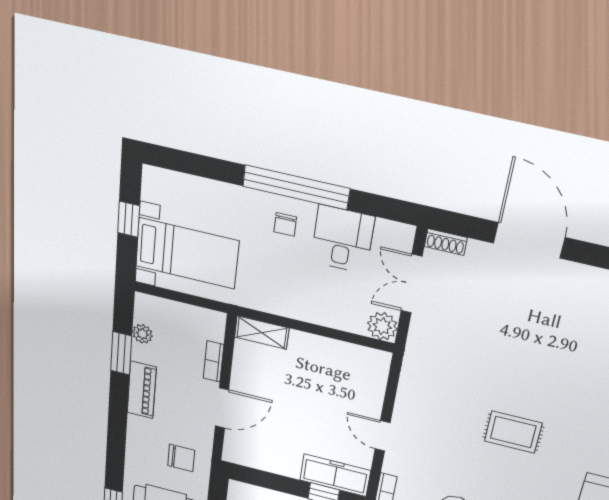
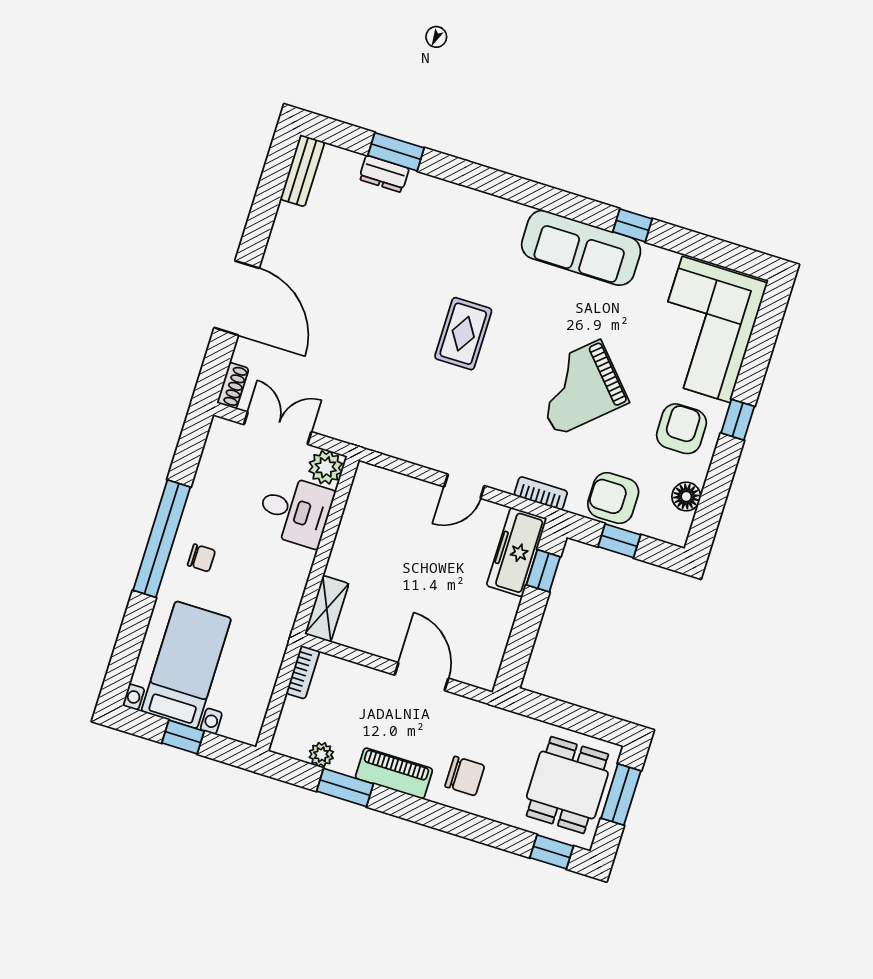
desk: (342, 239) -> (295, 511), moved, turned 180
door: (529, 240) -> (237, 298), swing flipped
bed with nightstands: (187, 253) -> (186, 665), moved
double door: (412, 284) -> (278, 428), swing flipped
bookcase: (214, 361) -> (303, 672), moved, turned -90
chair: (181, 458) -> (465, 776), moved, turned 90

